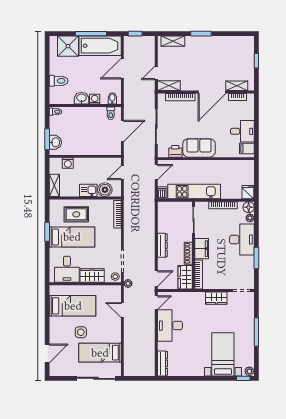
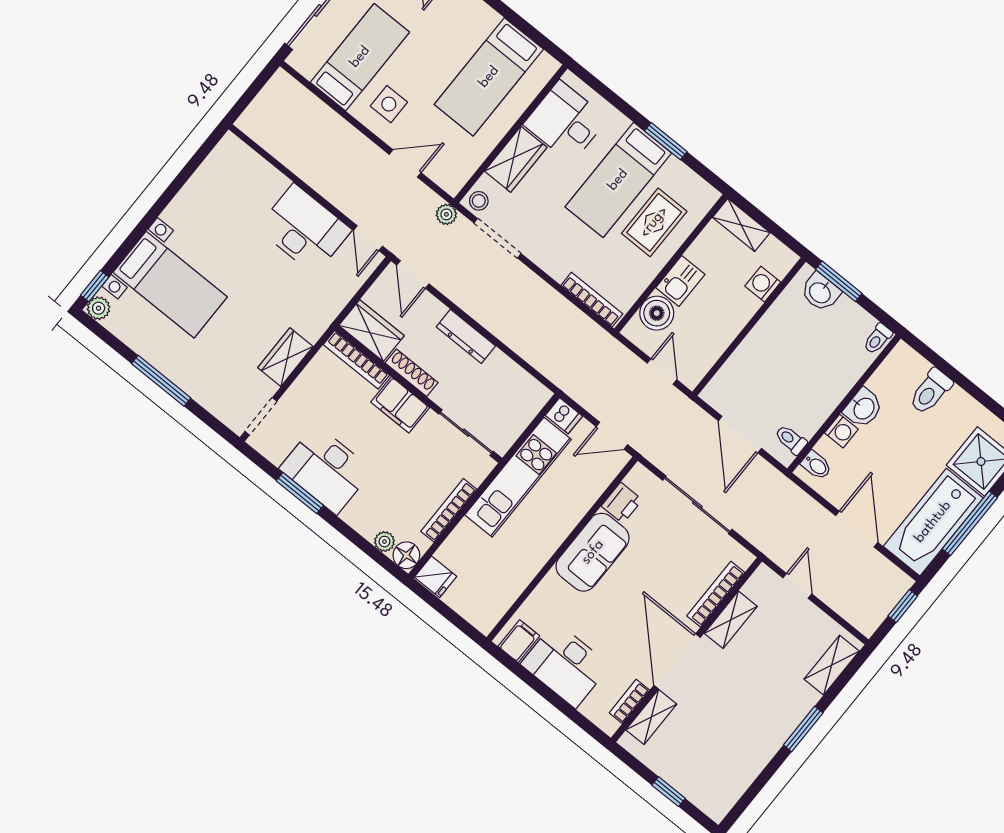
shelving: (169, 86) -> (731, 620), moved
desk: (242, 131) -> (565, 665), width x1.37
door: (156, 172) -> (612, 436), hinge flipped
desk: (242, 239) -> (326, 469), moved
side table: (81, 332) -> (389, 104), moved
dresser: (163, 363) -> (245, 158), removed

